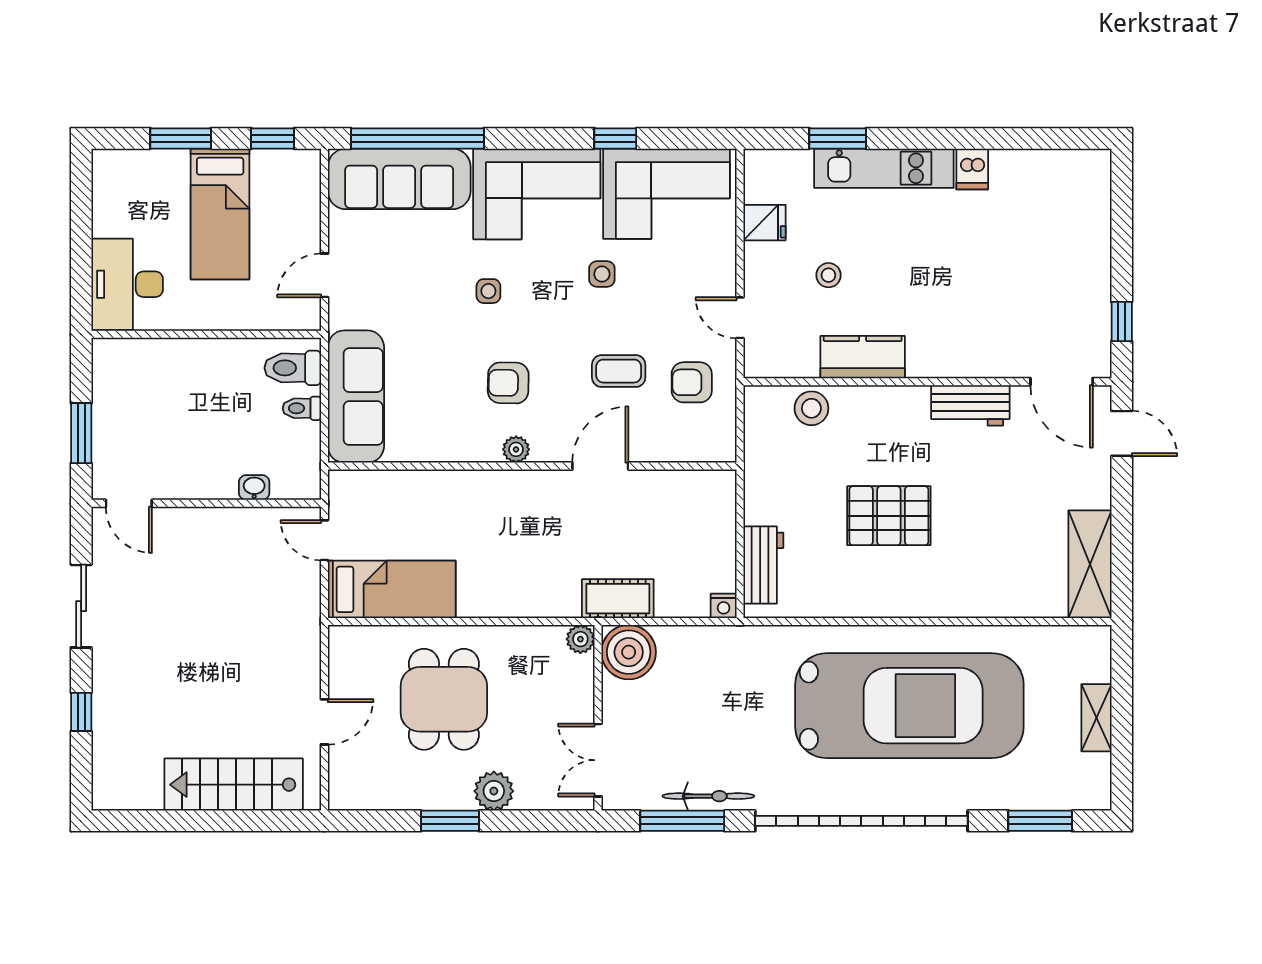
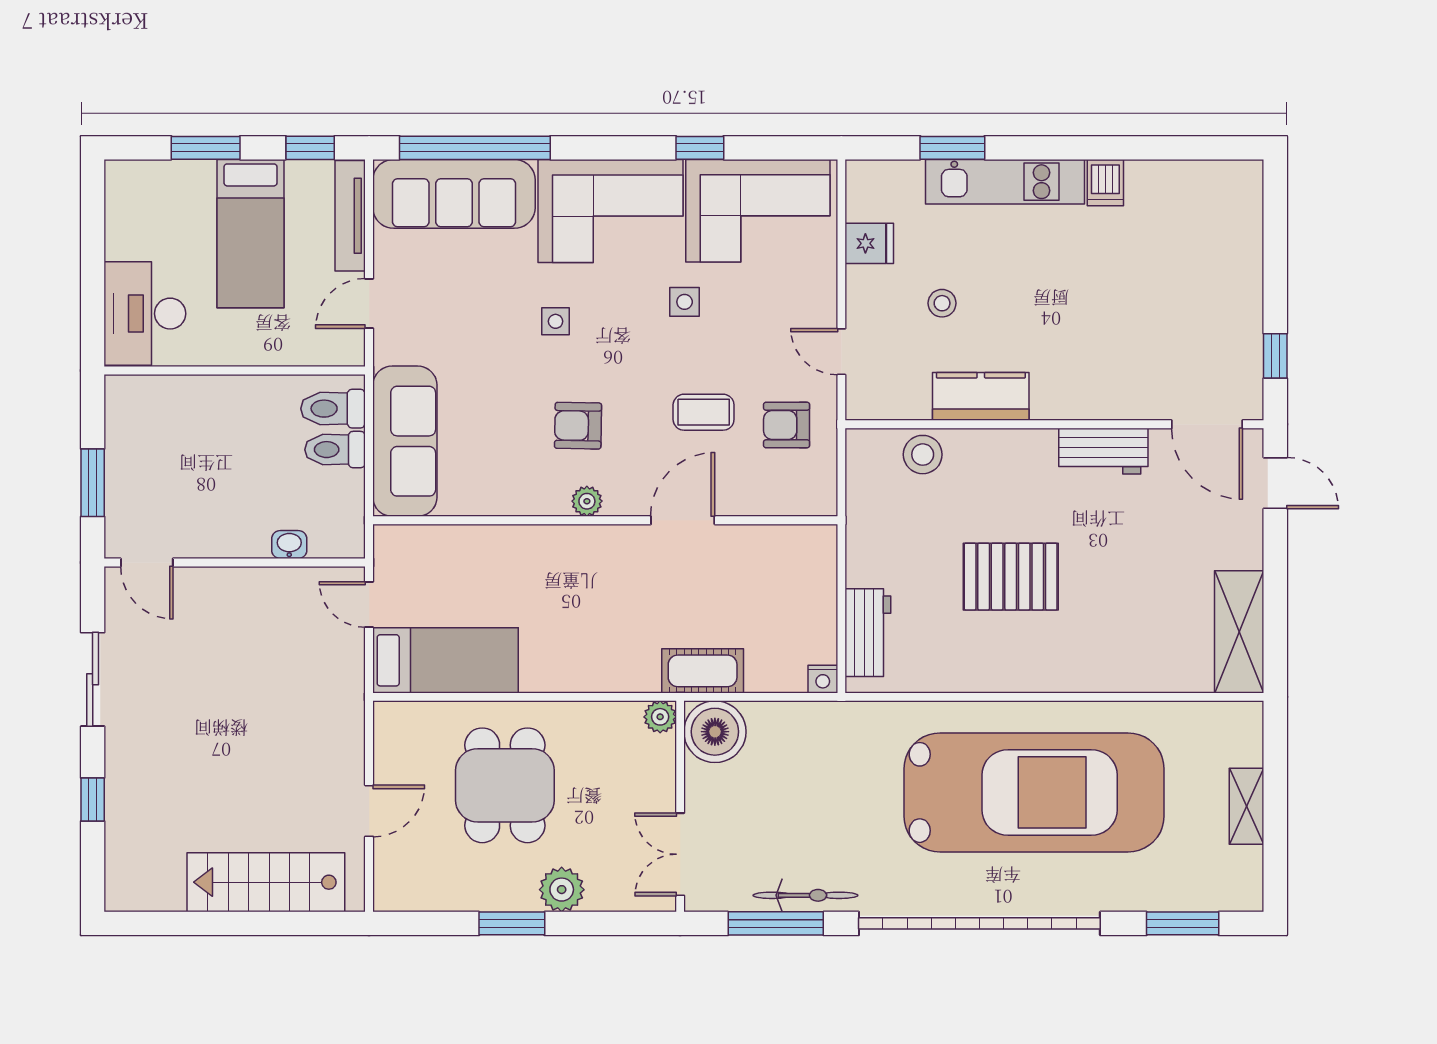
tv unit: (308, 198) -> (350, 216), added
toilet: (302, 408) -> (335, 450), width x1.37, depth x1.39

